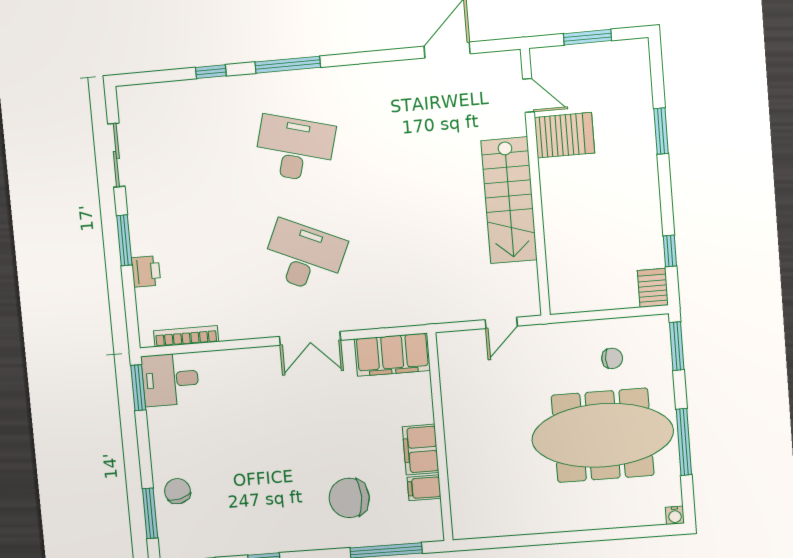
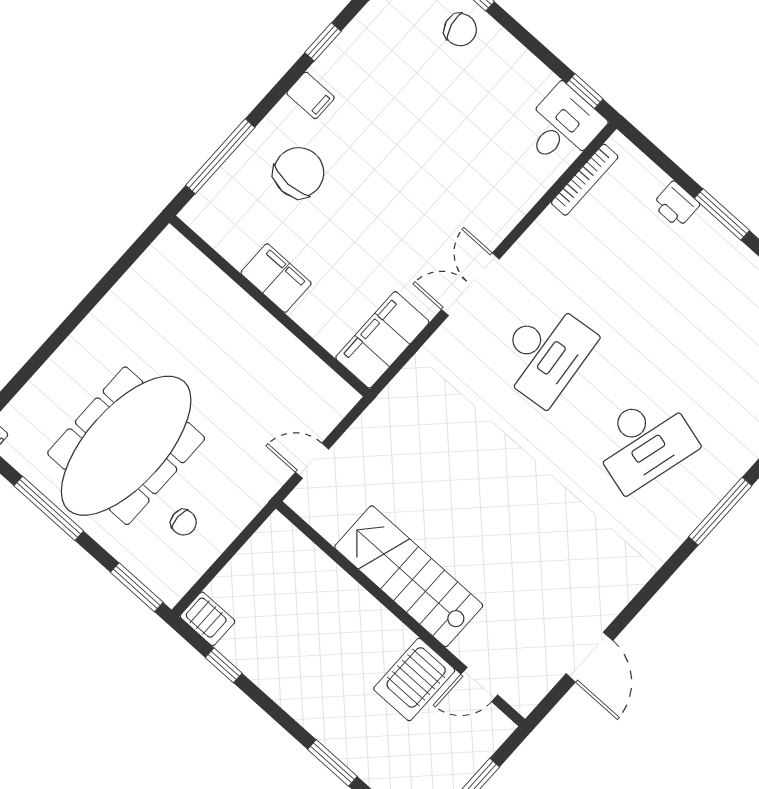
desk: (304, 257) -> (545, 353), turned -30
door: (501, 323) -> (312, 461), hinge flipped
chair: (612, 358) -> (184, 522), turned -90
window: (138, 388) -> (585, 91), width x0.67
filing cabinet: (424, 488) -> (311, 95), moved, turned 90

